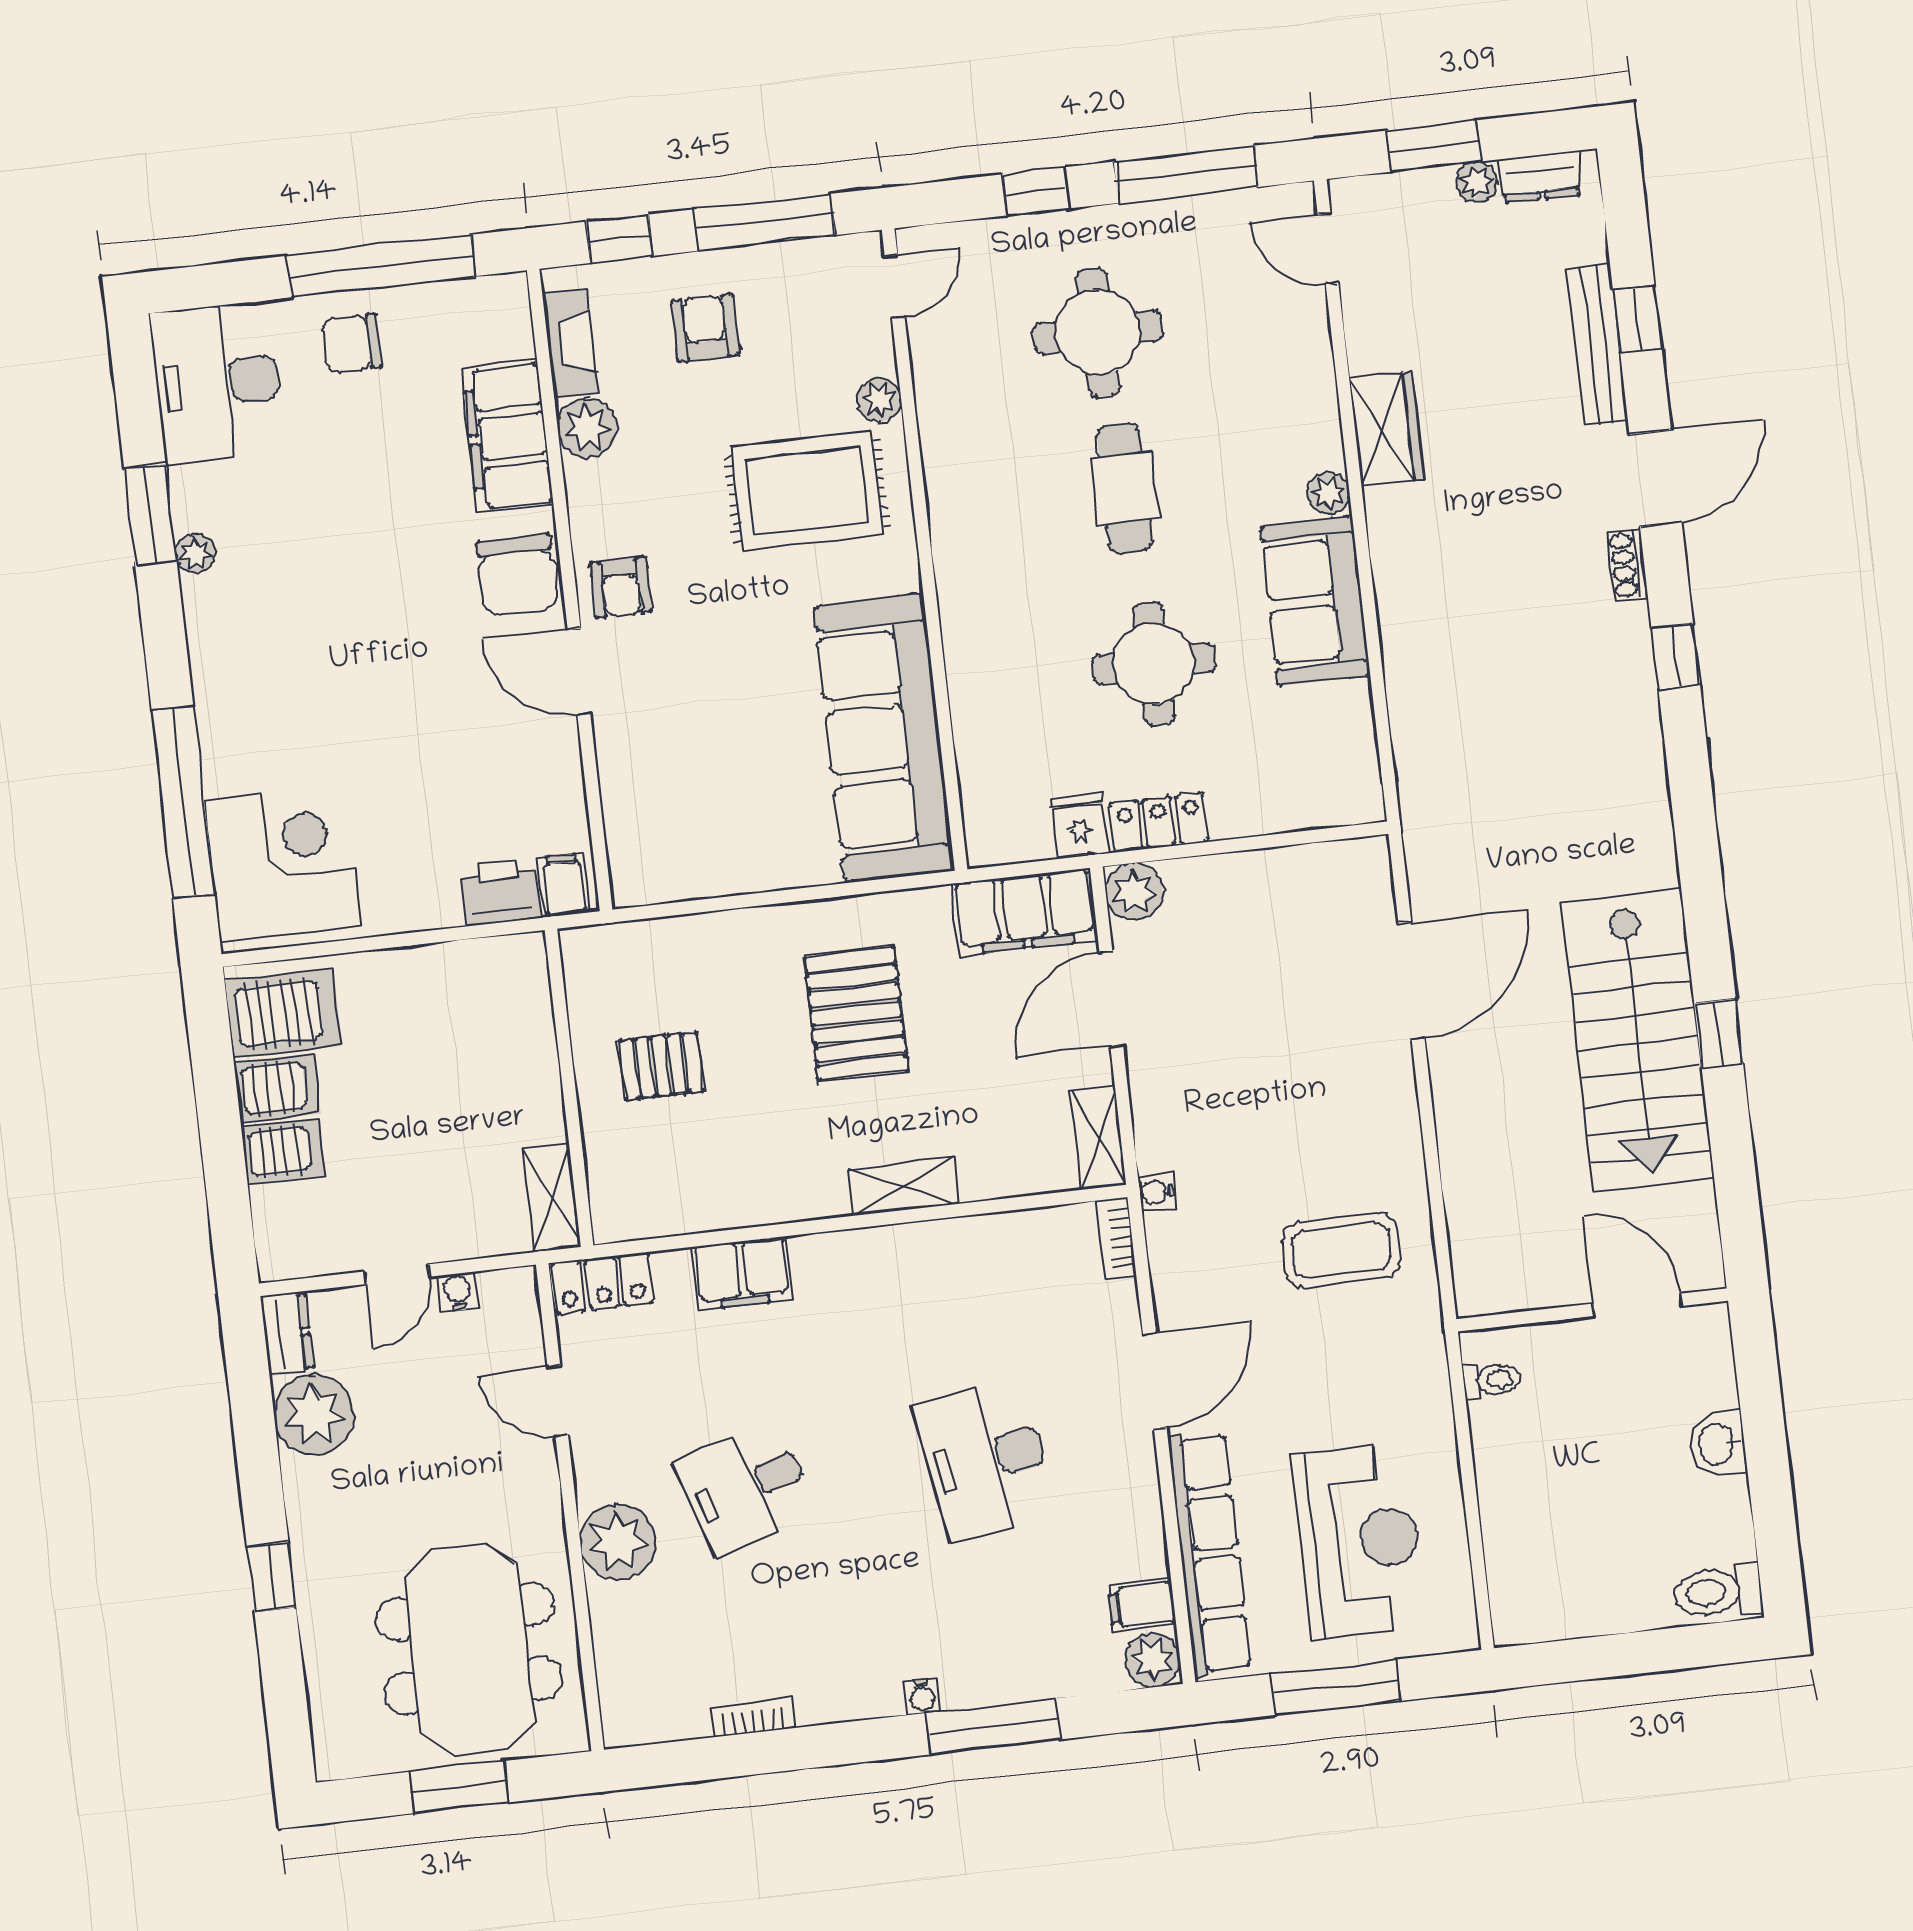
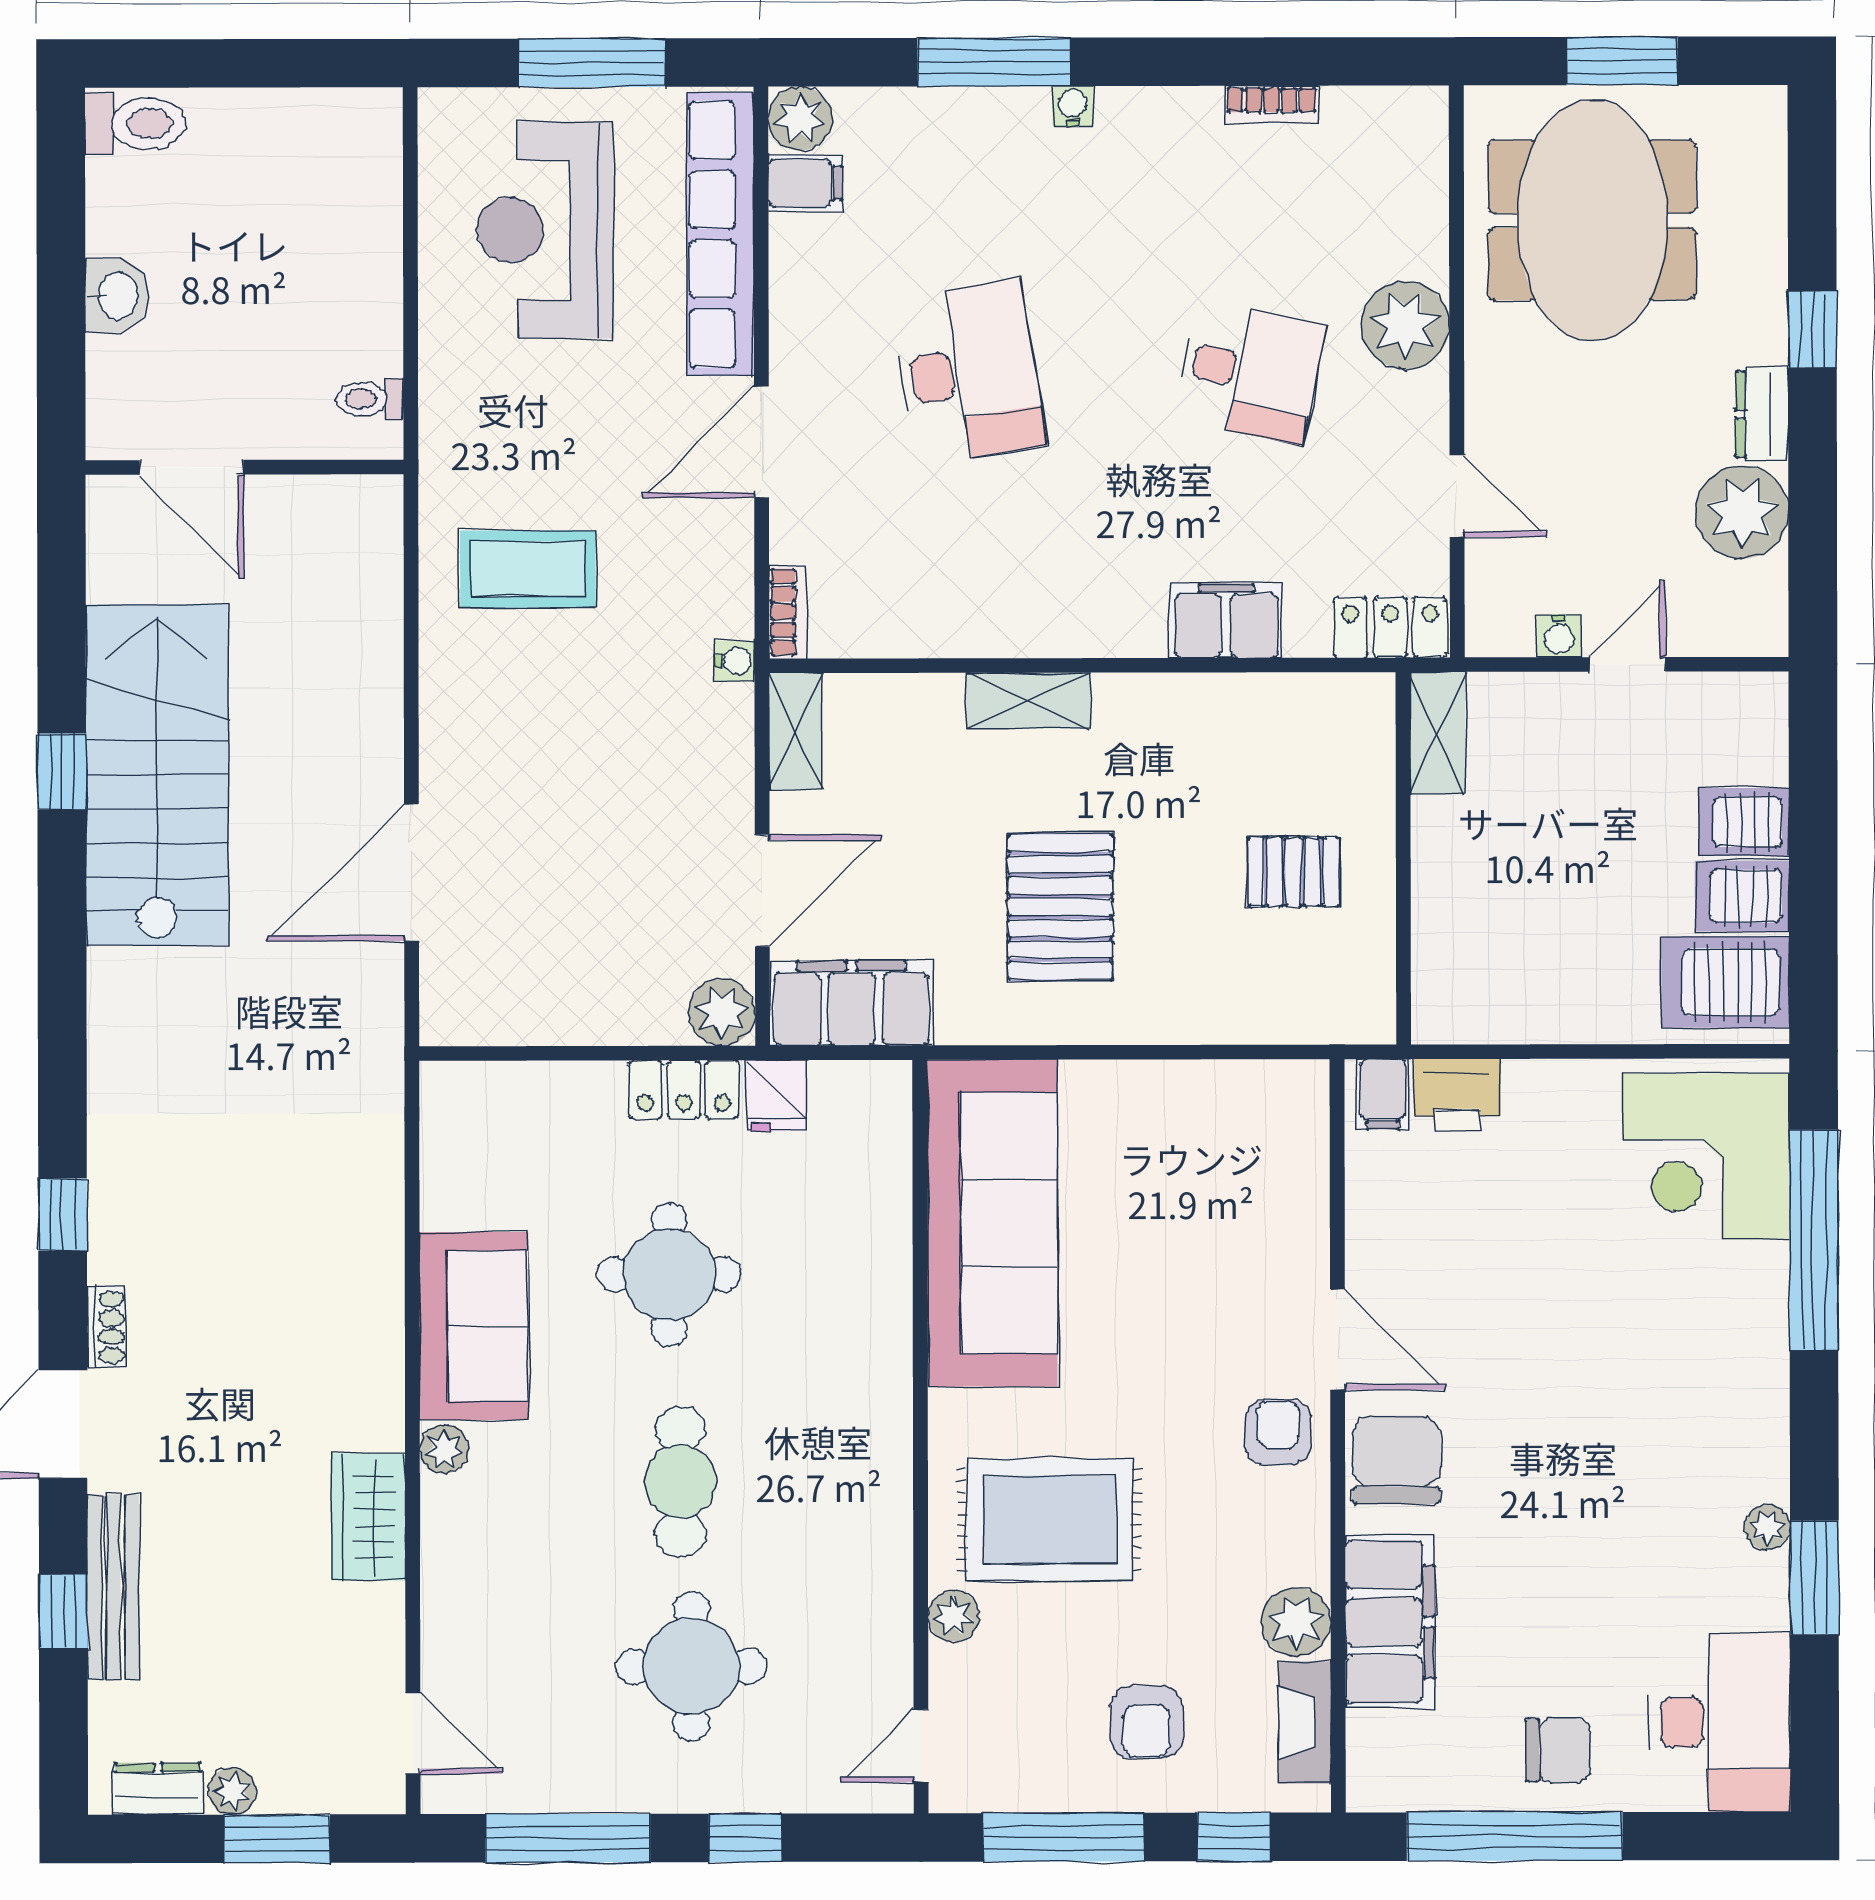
dresser: (287, 1333) -> (1762, 414), moved
desk: (746, 1487) -> (1250, 372), turned 30

